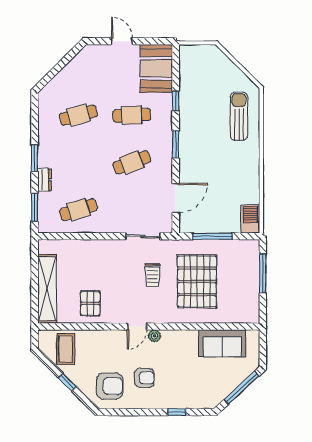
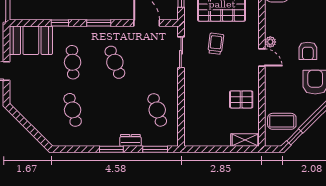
trolley: (152, 275) -> (216, 44), turned -83
shelving: (47, 289) -> (245, 140), width x0.45, depth x0.75
armchair: (144, 378) -> (308, 51), turned 180
window: (67, 382) -> (295, 137), moved

